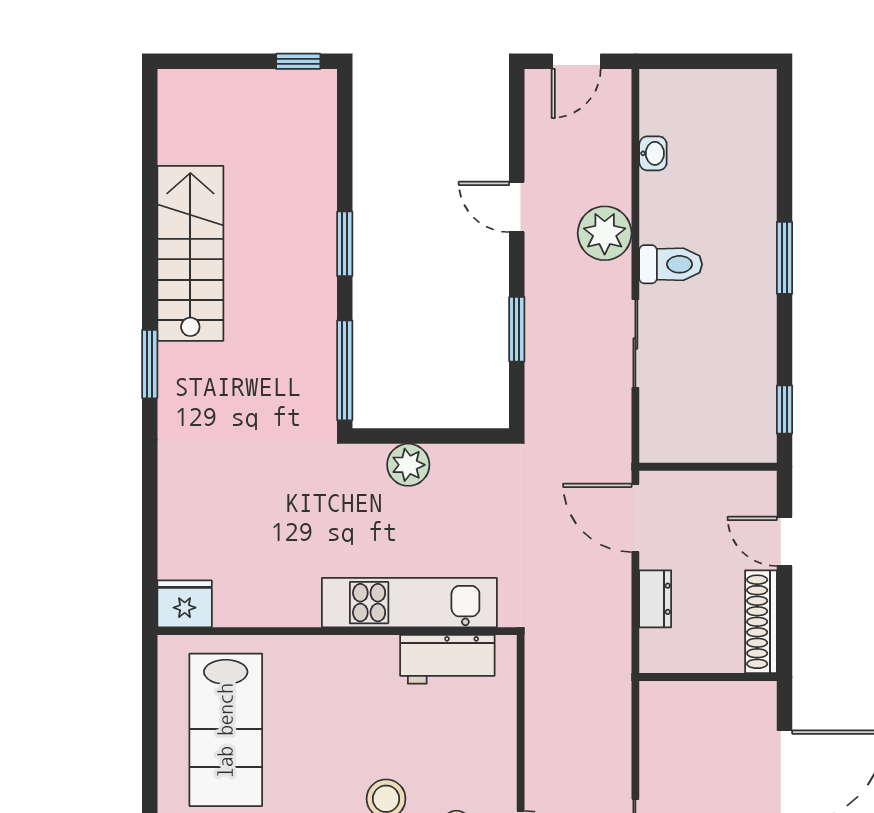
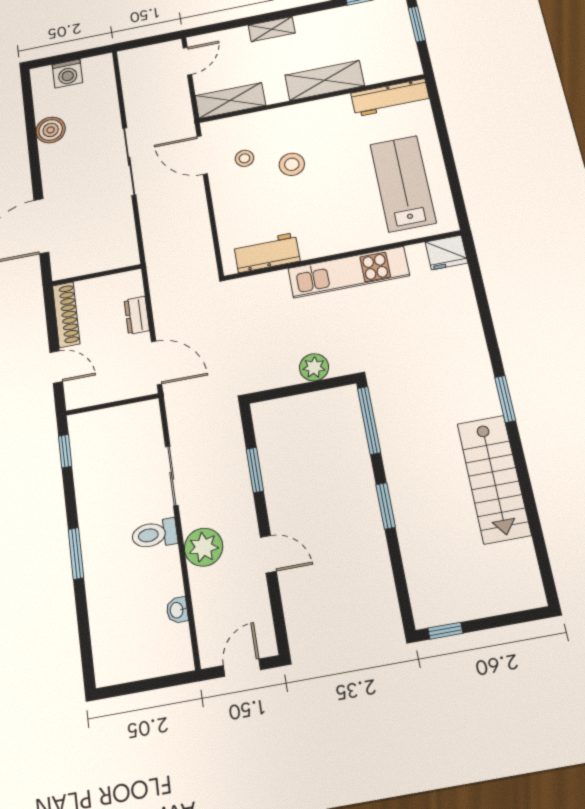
kitchen unit: (409, 603) -> (349, 272), moved

